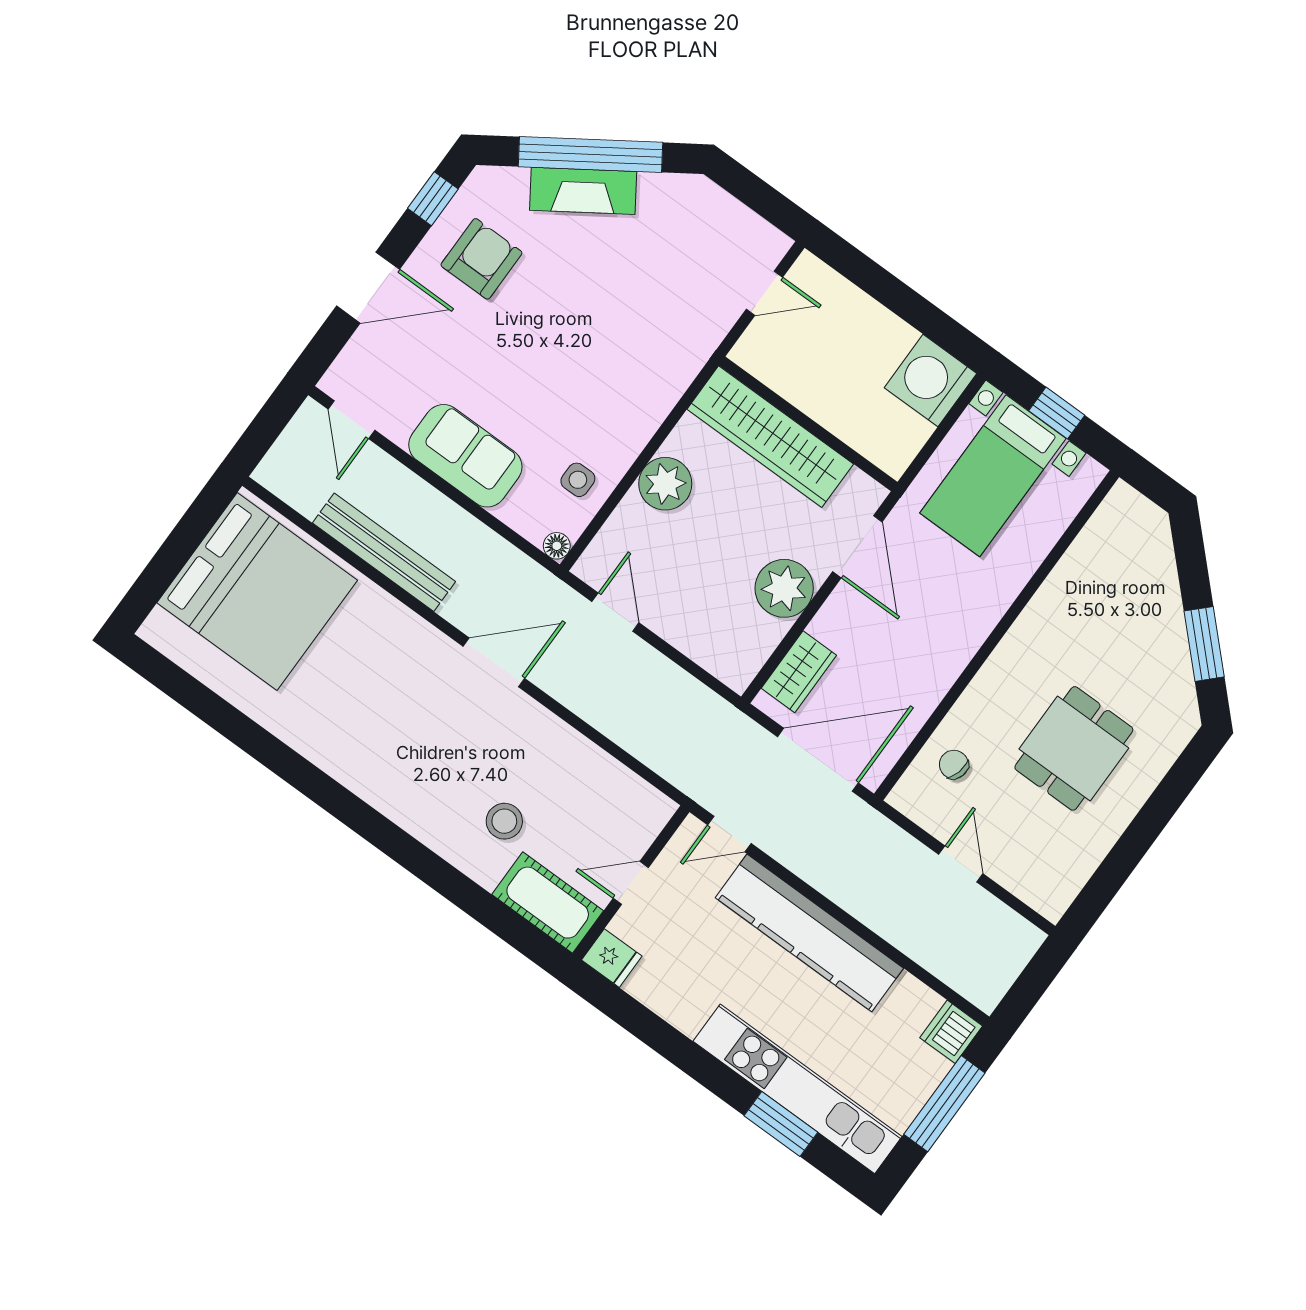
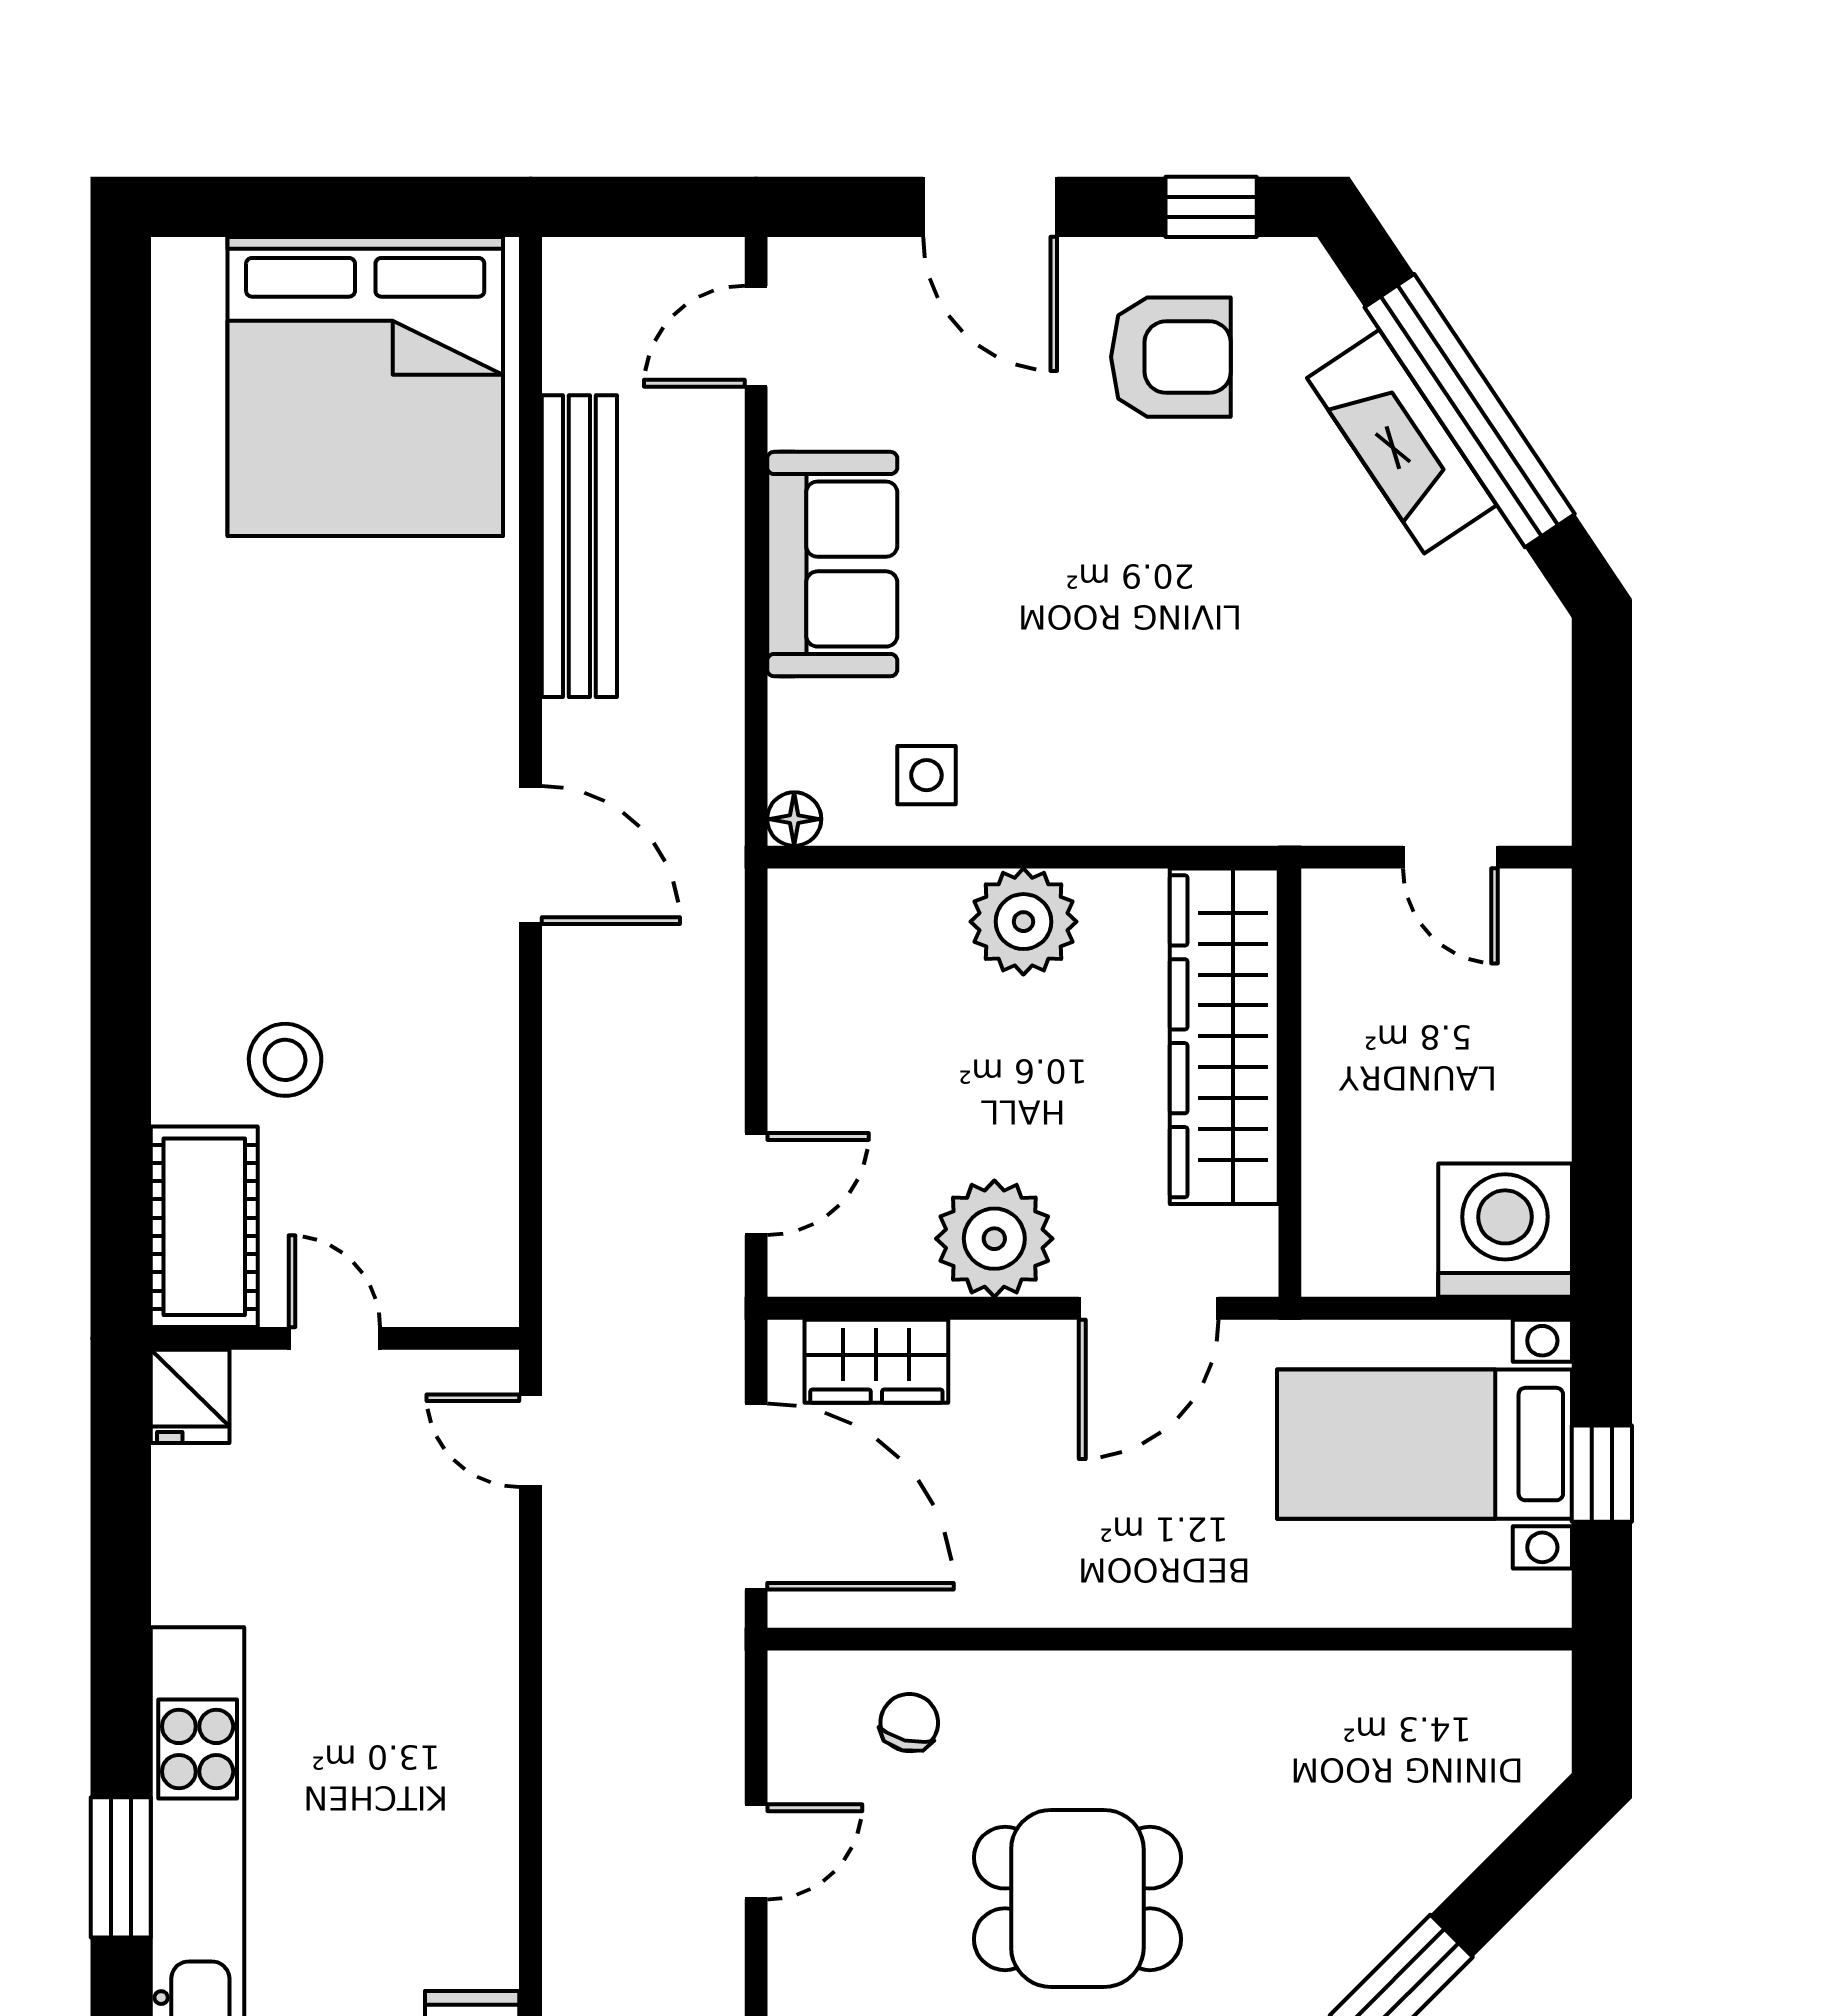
door: (615, 612) -> (756, 1184), moved
kitchen counter: (809, 933) -> (465, 1688), removed

